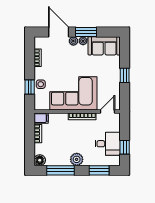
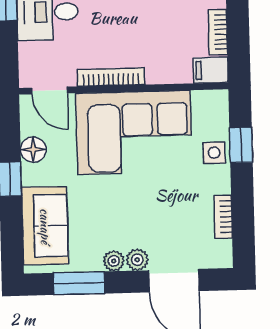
window: (86, 32) -> (79, 283), moved
sofa: (104, 46) -> (45, 226), moved, turned 90
floor lamp: (115, 87) -> (33, 150), added
door: (108, 111) -> (50, 91), hinge flipped

